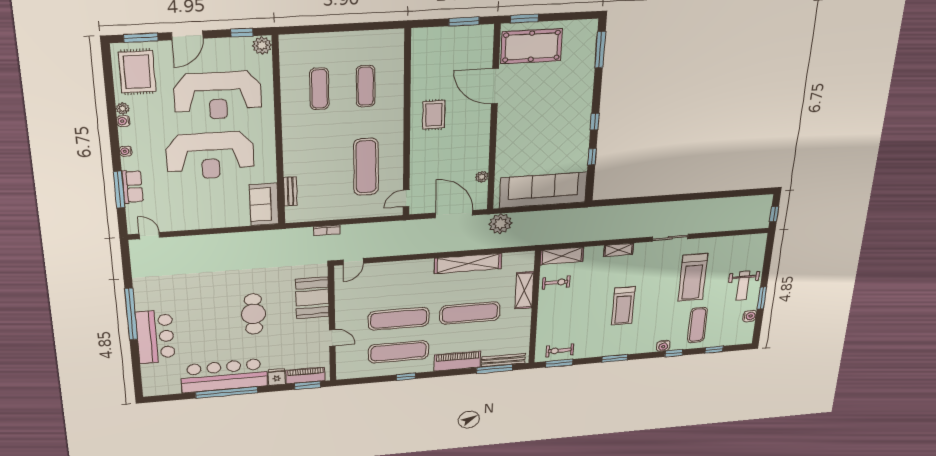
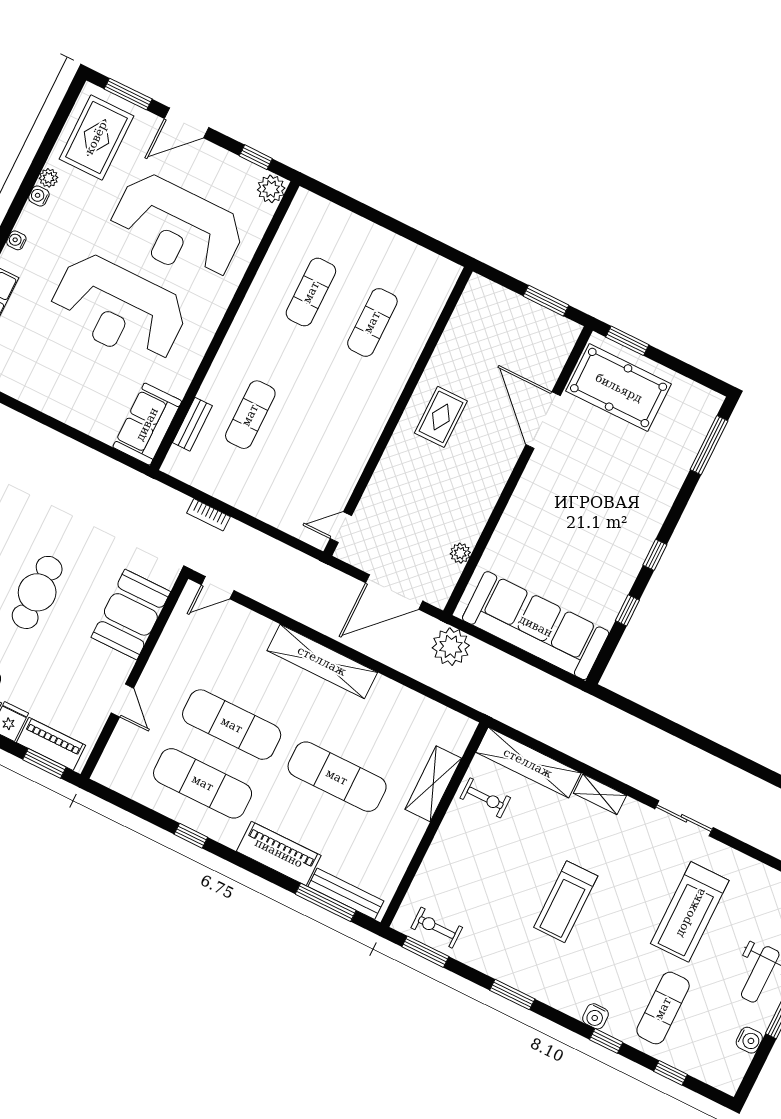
exercise mat: (366, 167) -> (250, 415), moved, width x0.73, depth x0.69
door: (454, 214) -> (394, 592), swing flipped
shelving: (562, 256) -> (528, 763), width x1.47
shelving: (468, 263) -> (322, 661), moved

